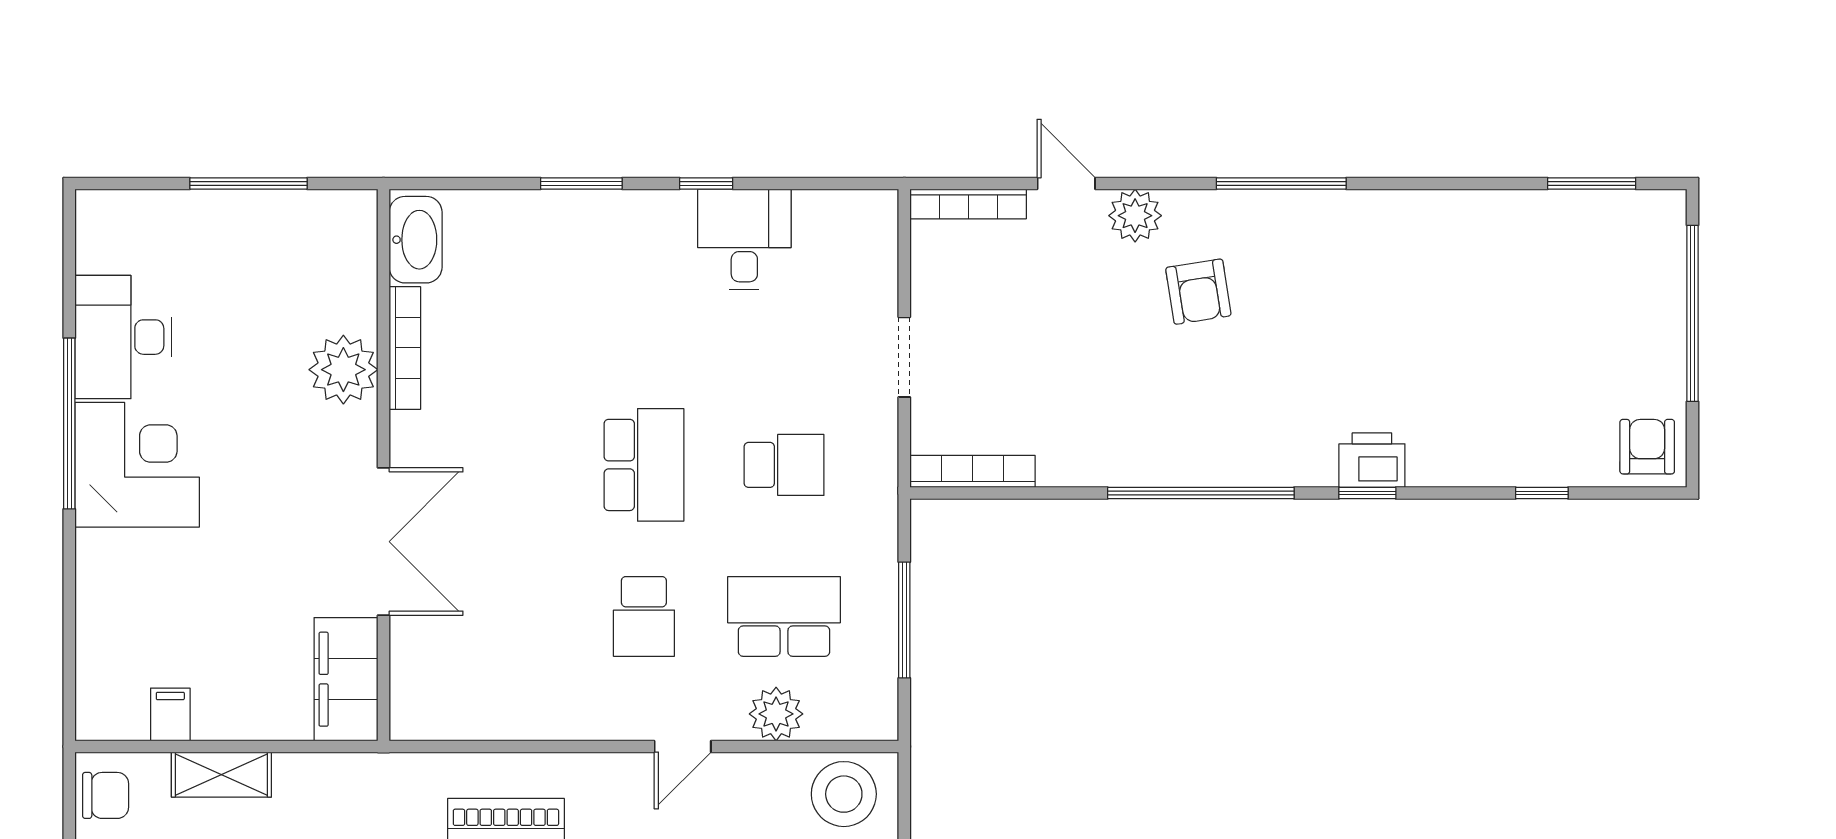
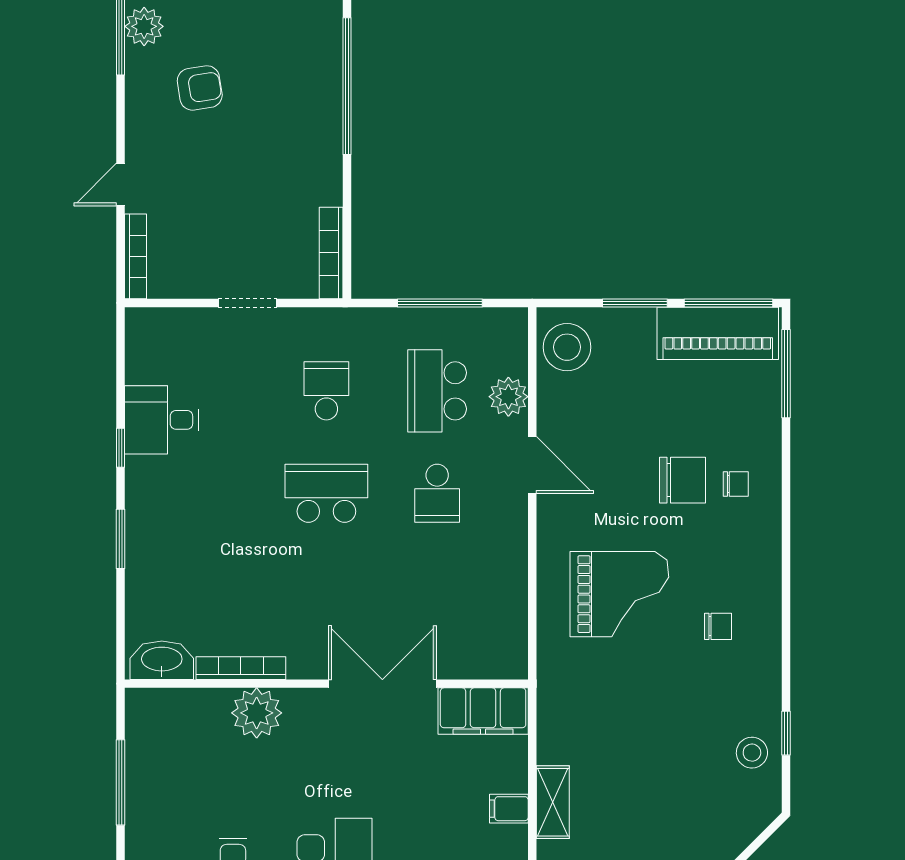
plant: (1135, 216) -> (144, 26), moved
school desk: (644, 616) -> (437, 493), turned 90
filing cabinet: (170, 714) -> (509, 809), moved
door: (683, 746) -> (532, 465), width x1.38

